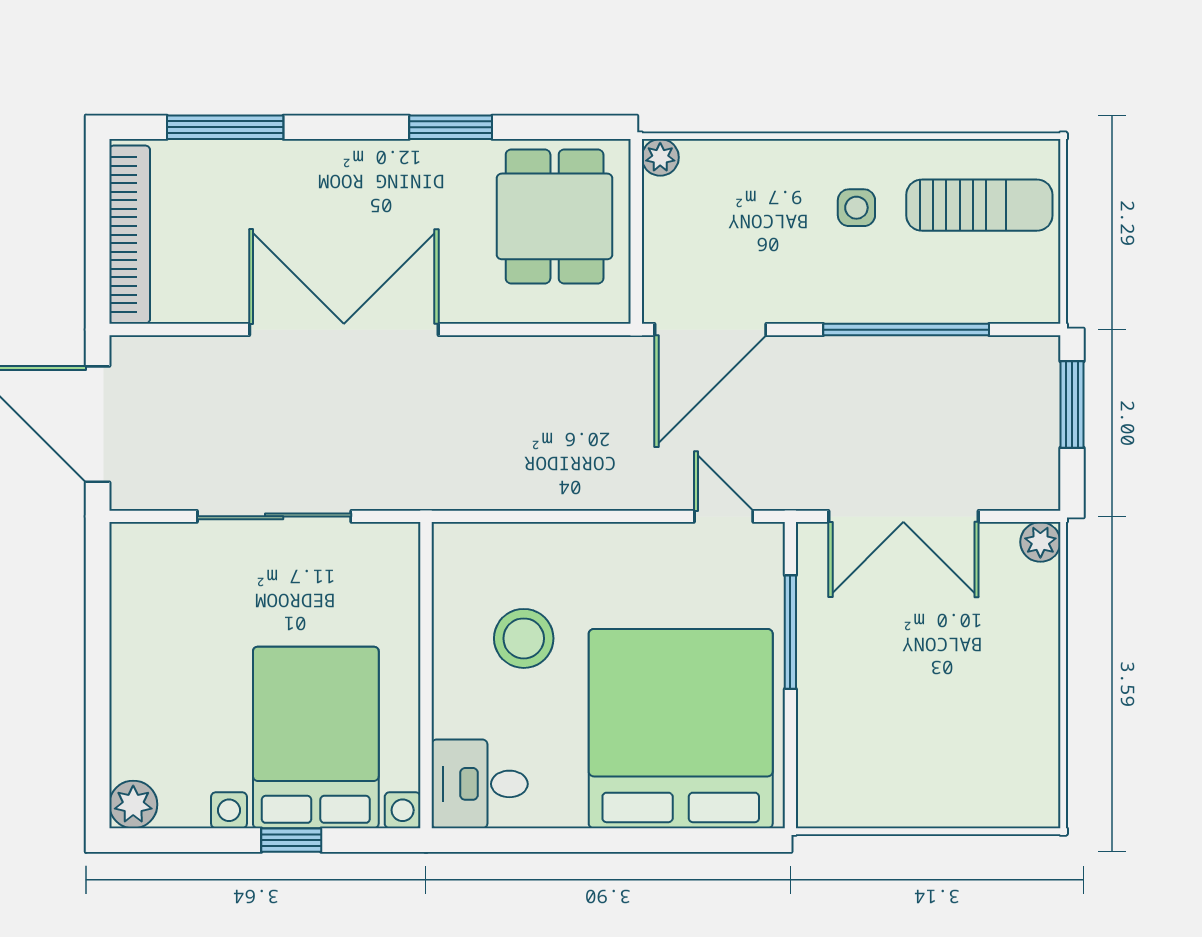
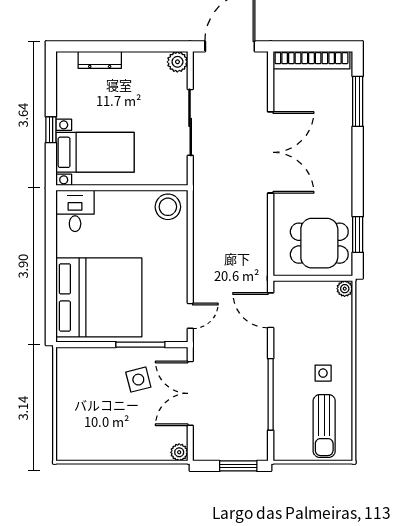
window: (451, 127) -> (358, 234), moved
door: (710, 330) -> (271, 310), width x0.73
side table: (872, 637) -> (138, 380), added
stool: (524, 638) -> (168, 207), moved
dresser: (129, 727) -> (100, 60), added
bed with nightstands: (316, 737) -> (95, 152), width x0.73
plant: (133, 804) -> (177, 62), moved

